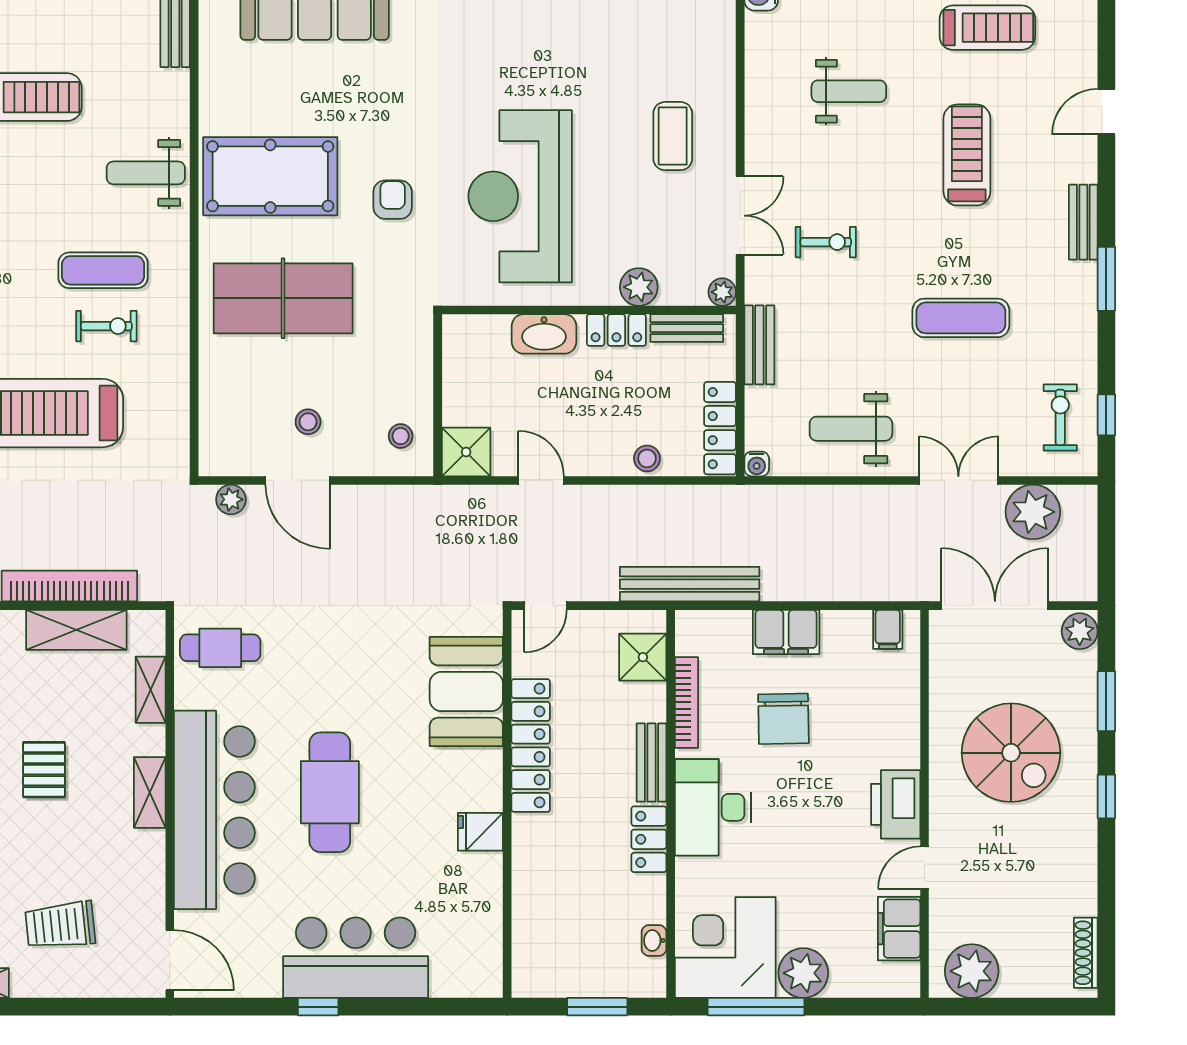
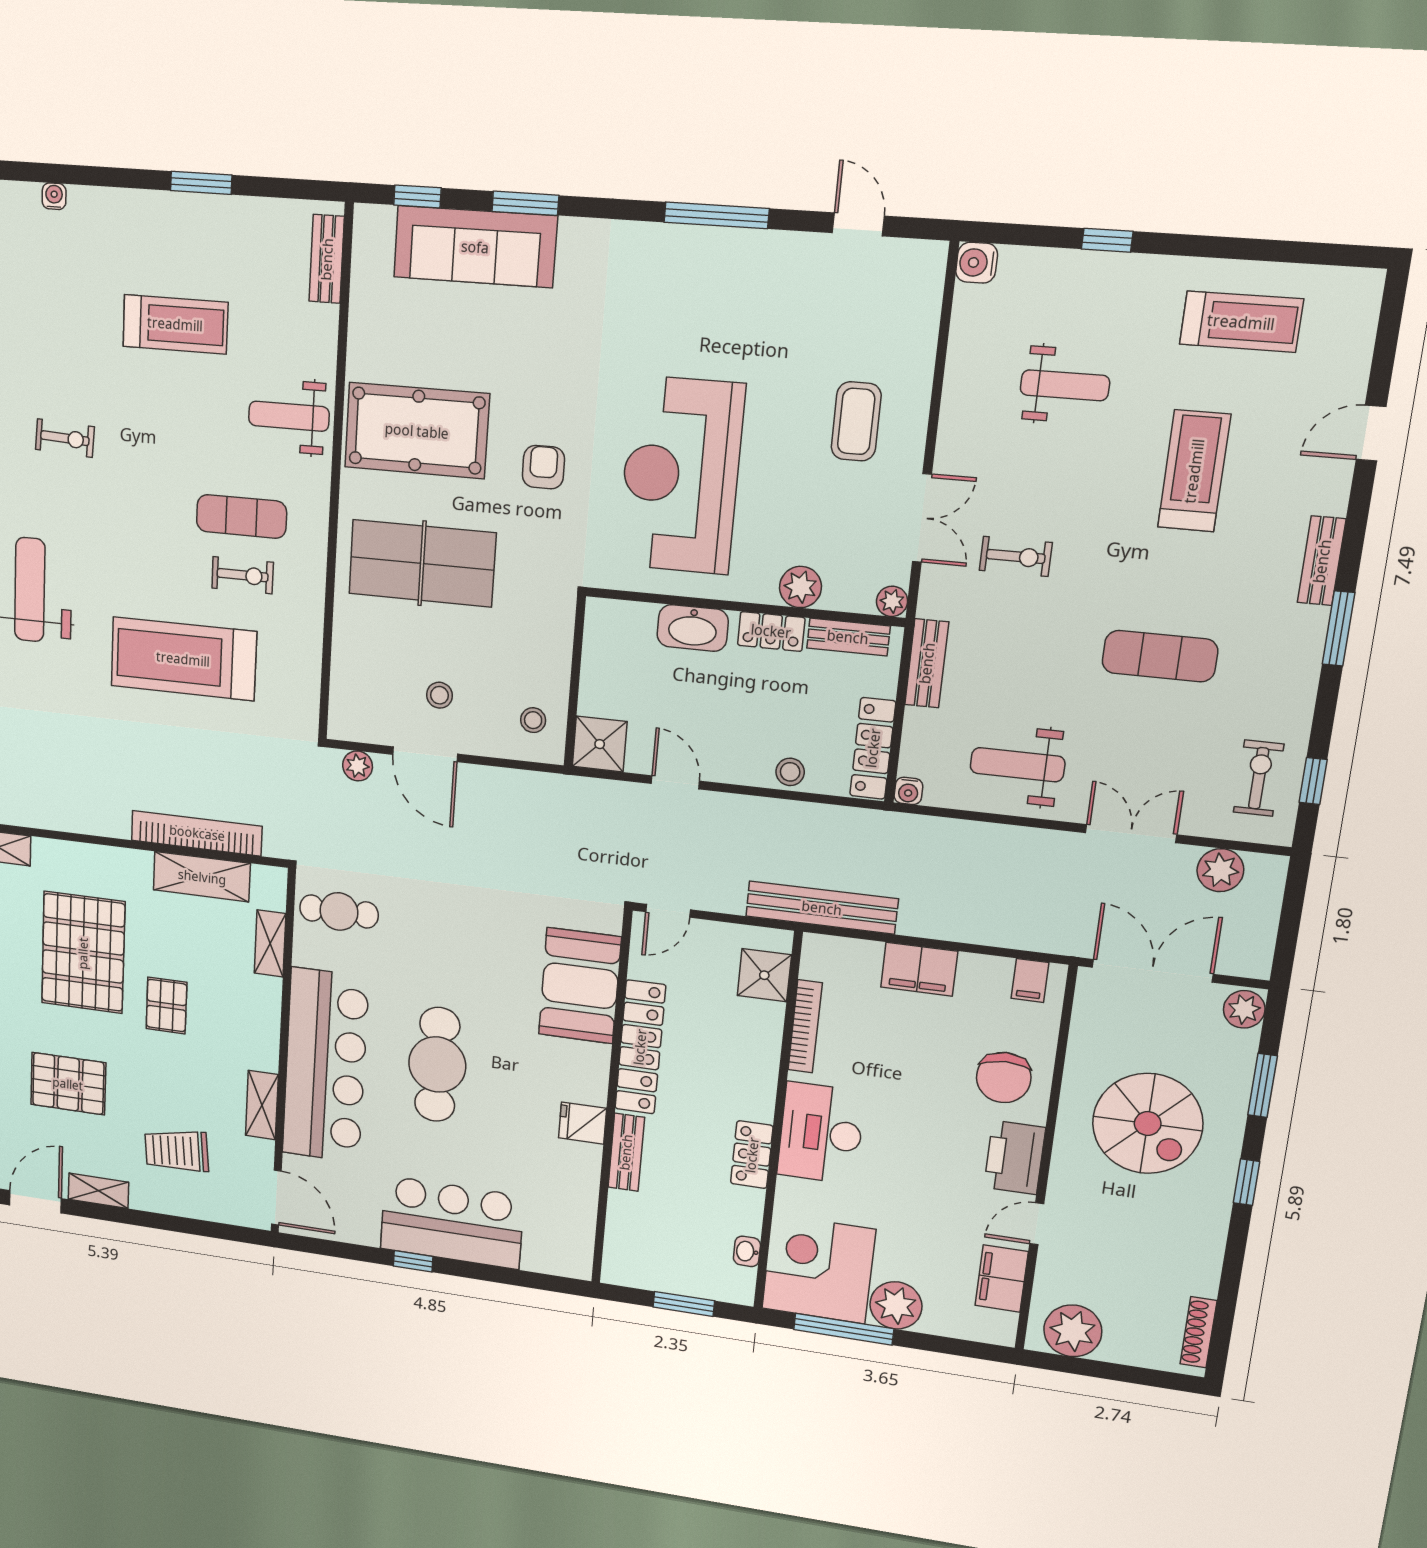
plant: (1033, 512) -> (1220, 870), width x0.73, depth x0.73
chair: (783, 719) -> (1004, 1078), moved
bench: (651, 763) -> (626, 1152), moved
shelving: (150, 792) -> (262, 1105), moved

